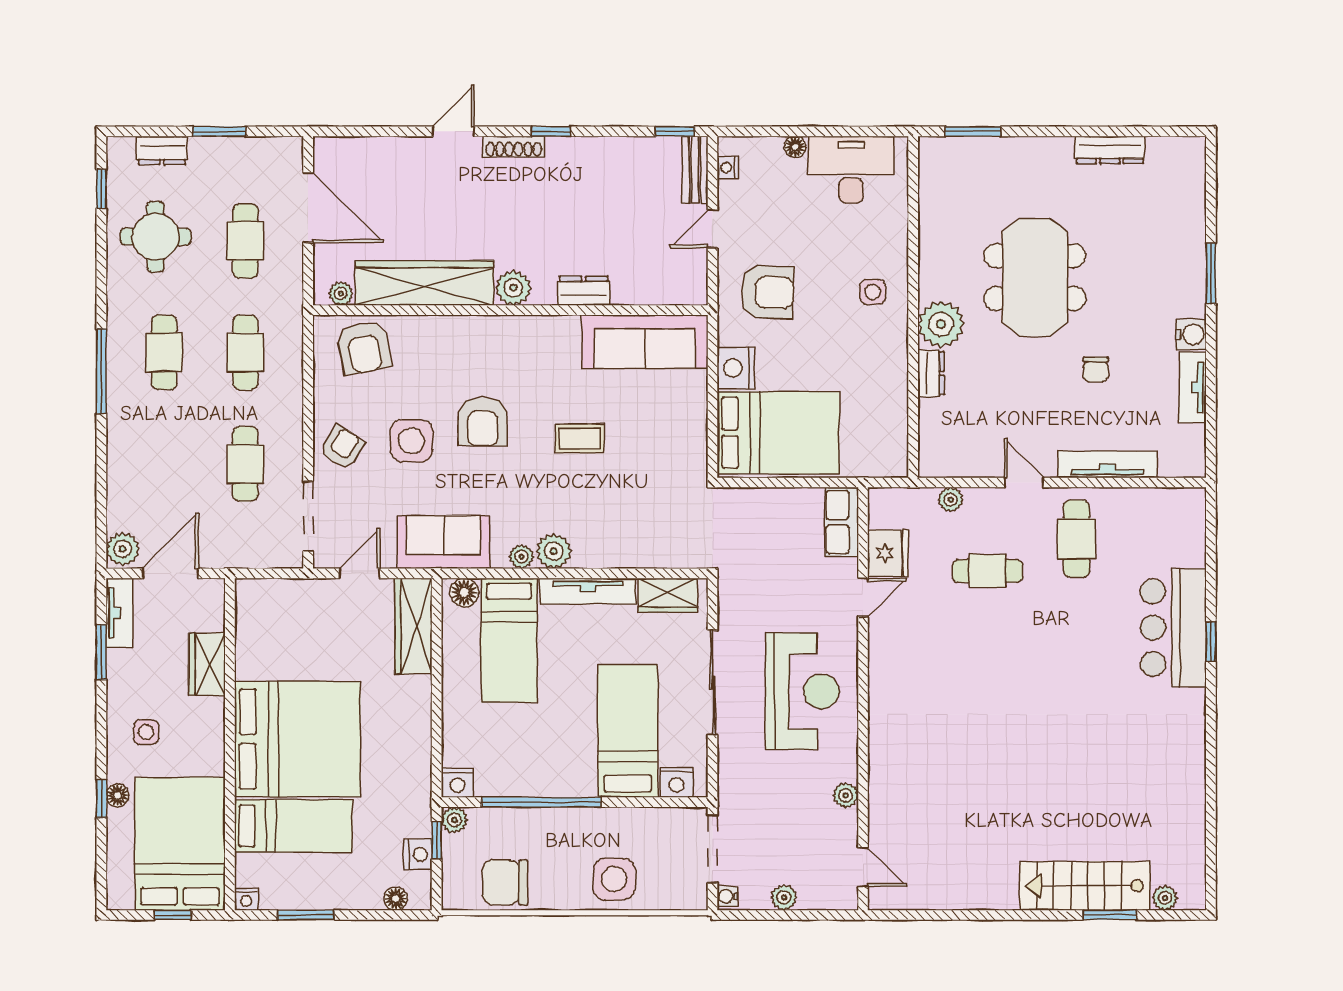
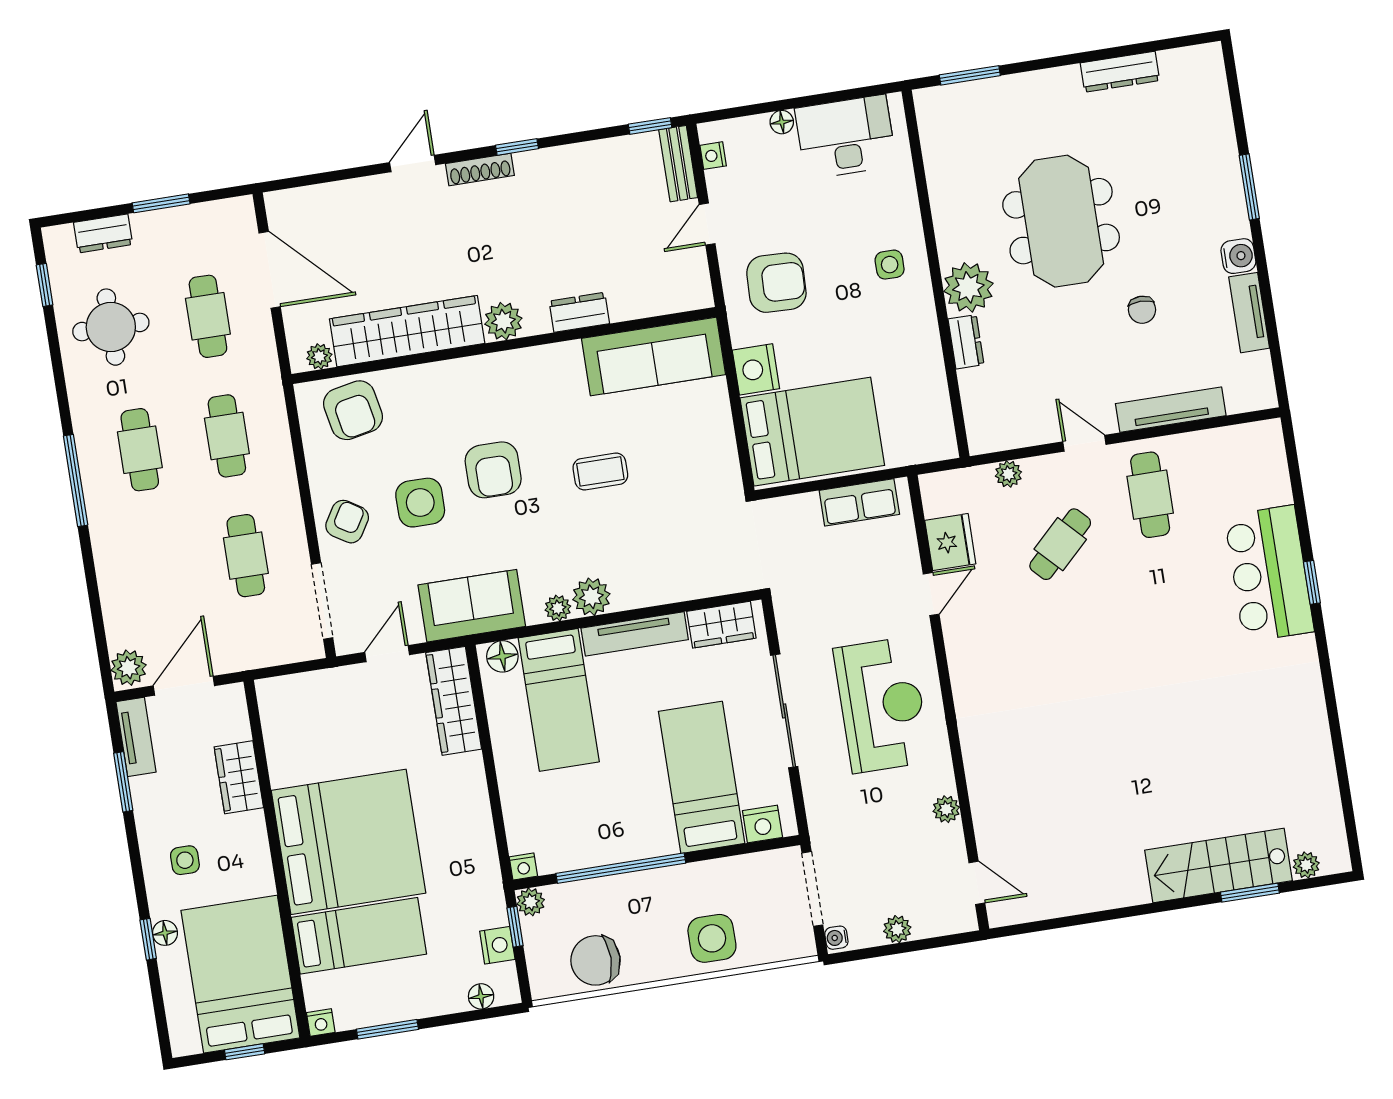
row of seats: (842, 522) -> (859, 502), moved, turned -90
cafe table: (987, 571) -> (1060, 544), turned -44
nightstand: (457, 783) -> (523, 866), width x0.72, depth x0.74

